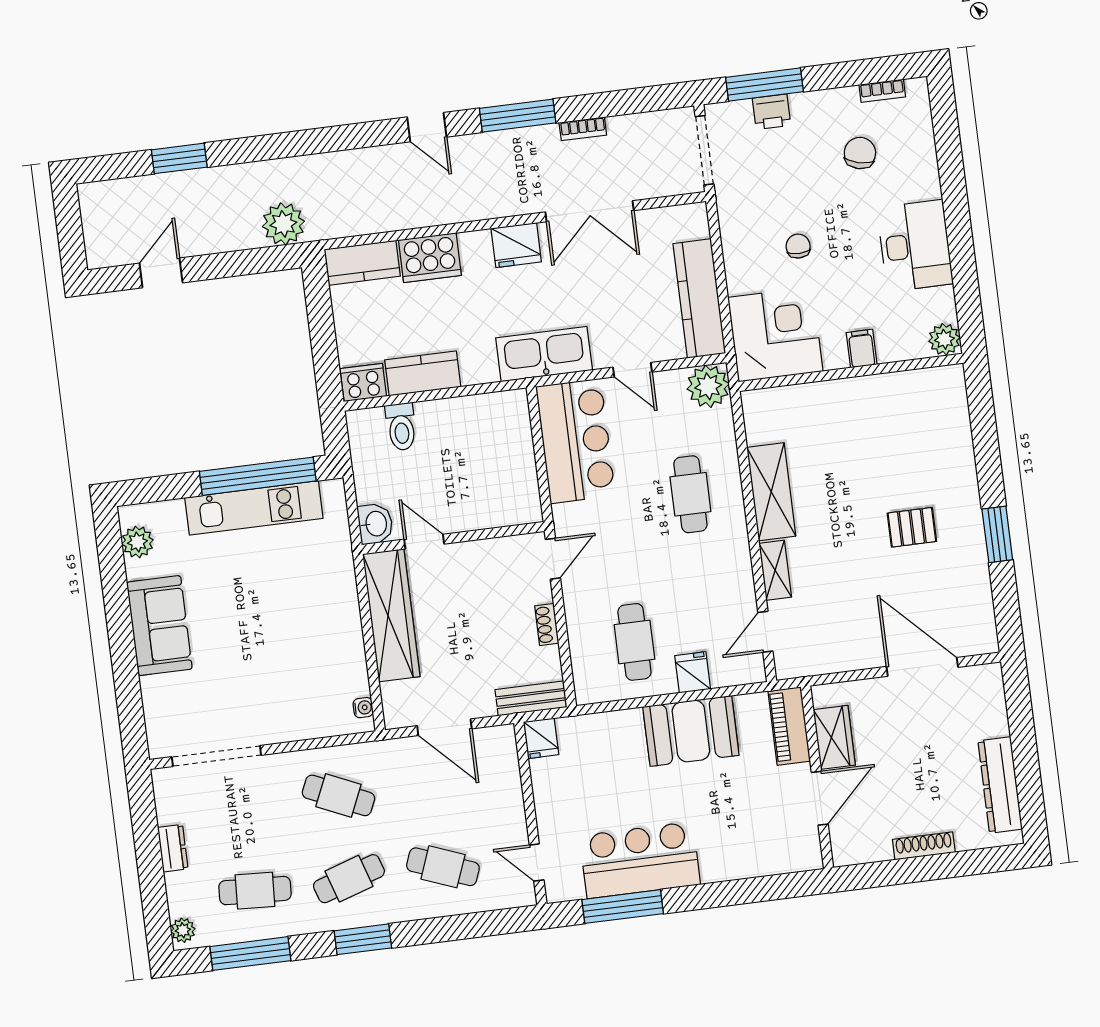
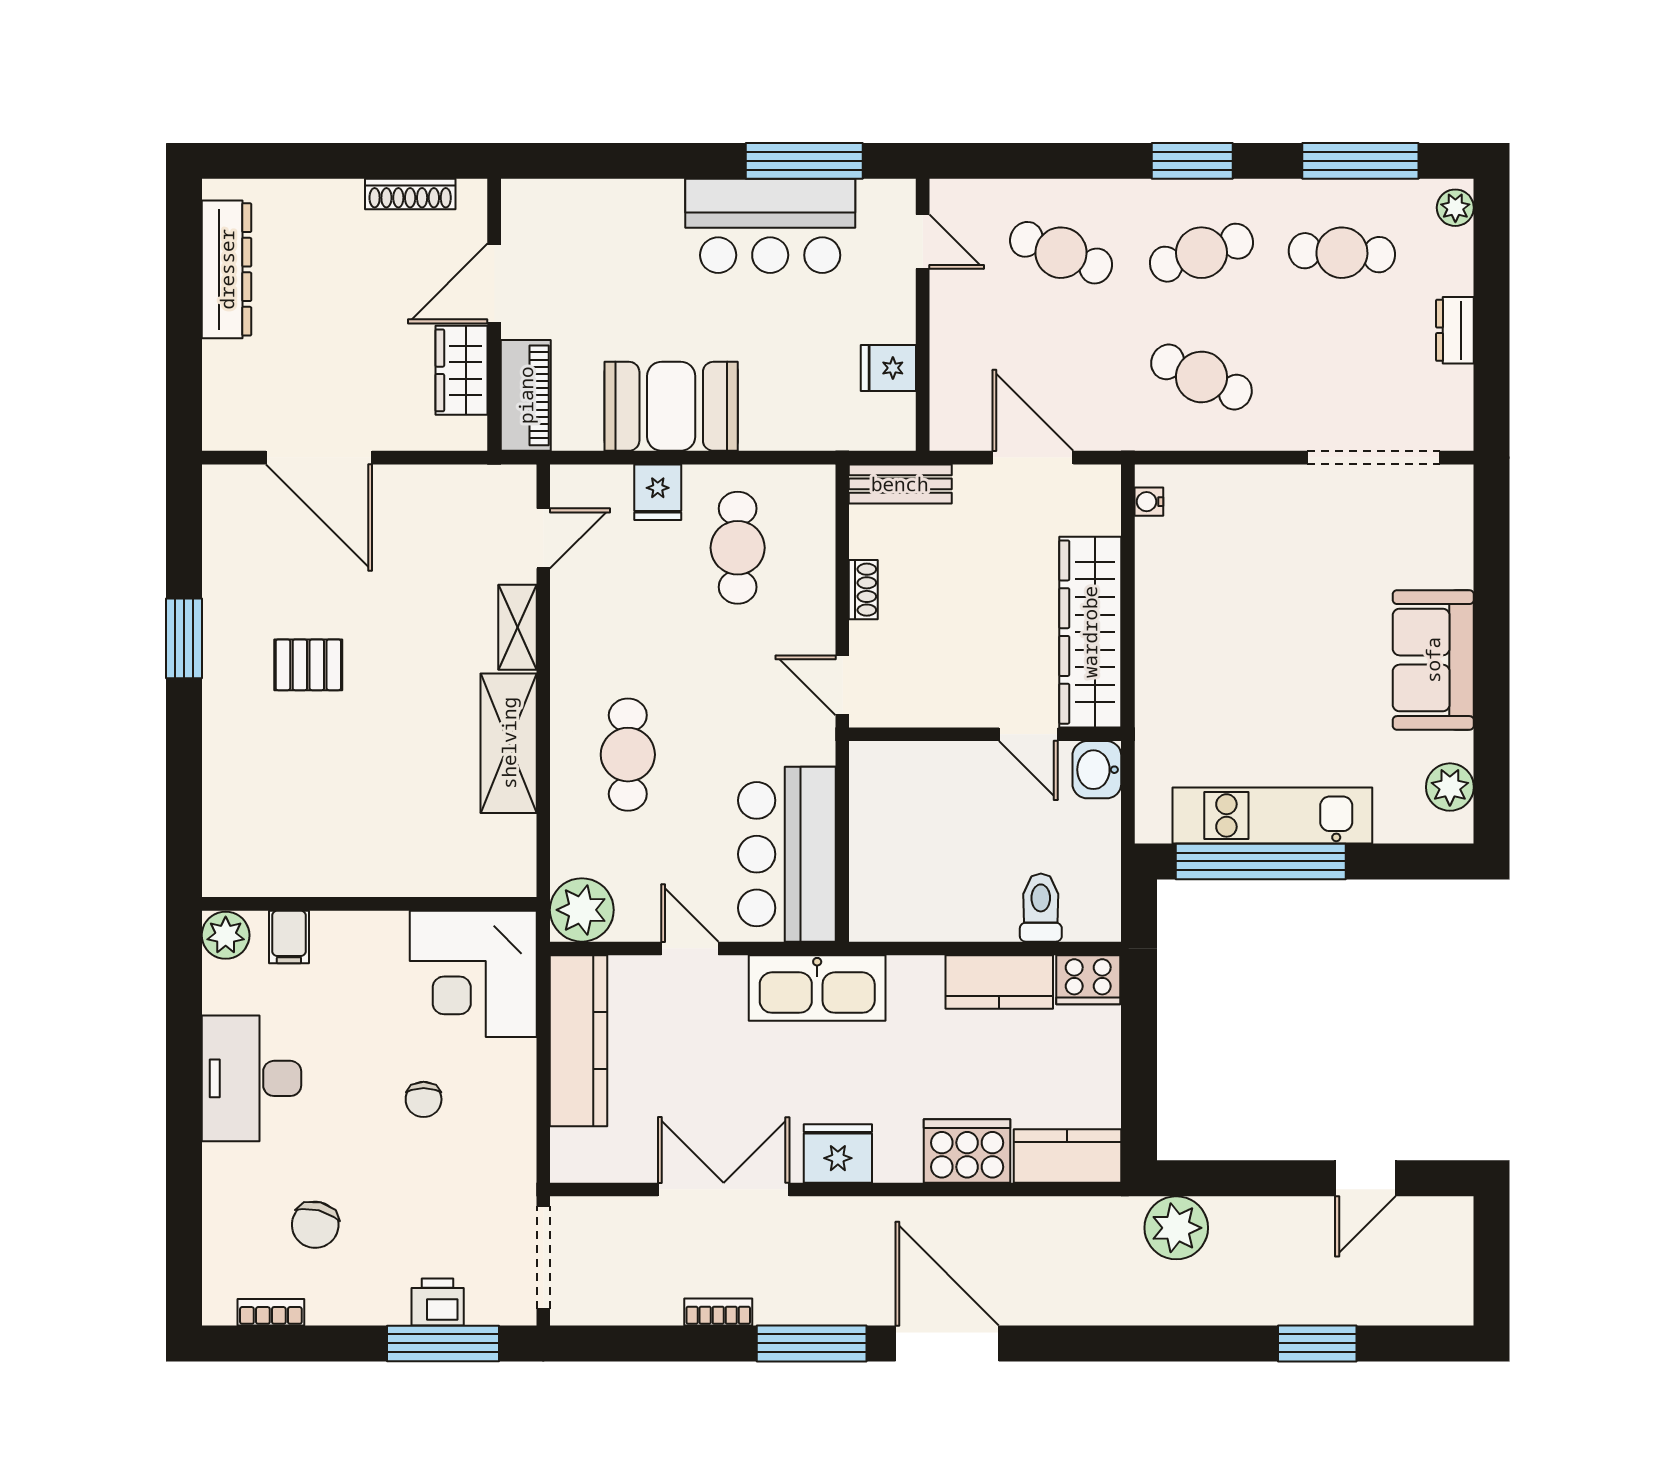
door: (427, 127) -> (947, 1343), width x1.88
filing cabinet: (862, 349) -> (289, 937), moved
door: (553, 559) -> (842, 685), hinge flipped
fridge: (541, 738) -> (888, 368), moved, turned -90
shoe rack: (924, 846) -> (410, 194), moved

